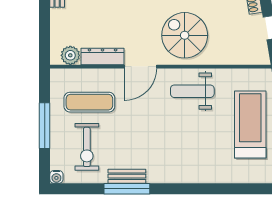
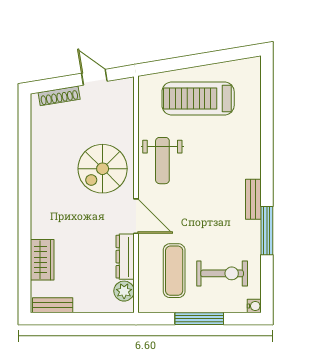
bench: (127, 176) -> (253, 199), moved

